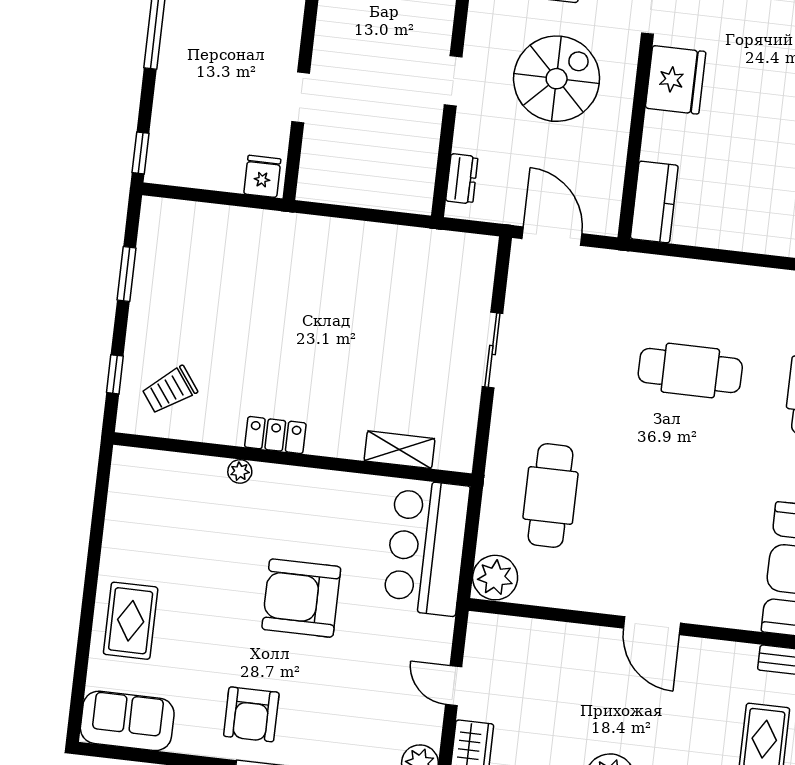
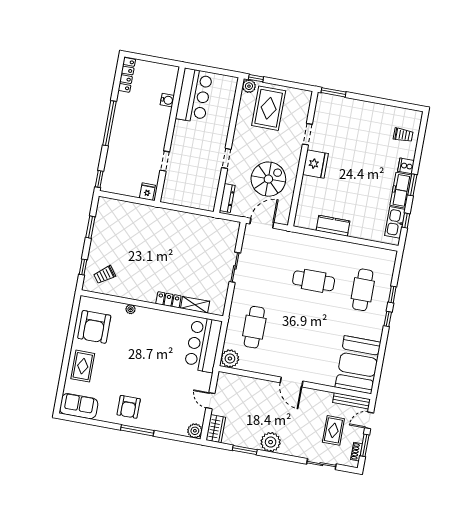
spiral stairs: (557, 79) -> (268, 179), moved
dresser: (462, 179) -> (227, 198), width x1.44
kitchen counter: (654, 202) -> (333, 226), moved, turned -90
door: (552, 236) -> (262, 223), hinge flipped
locker: (275, 435) -> (168, 300), moved
armchair: (301, 598) -> (94, 327), moved, turned -90

